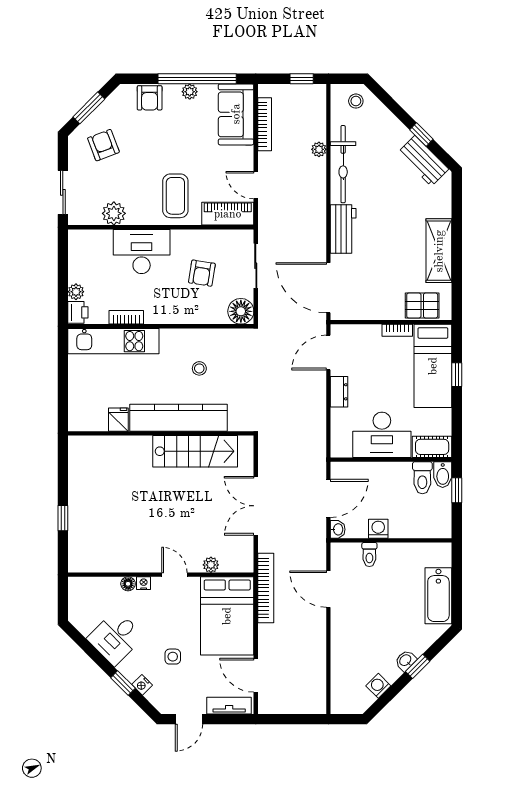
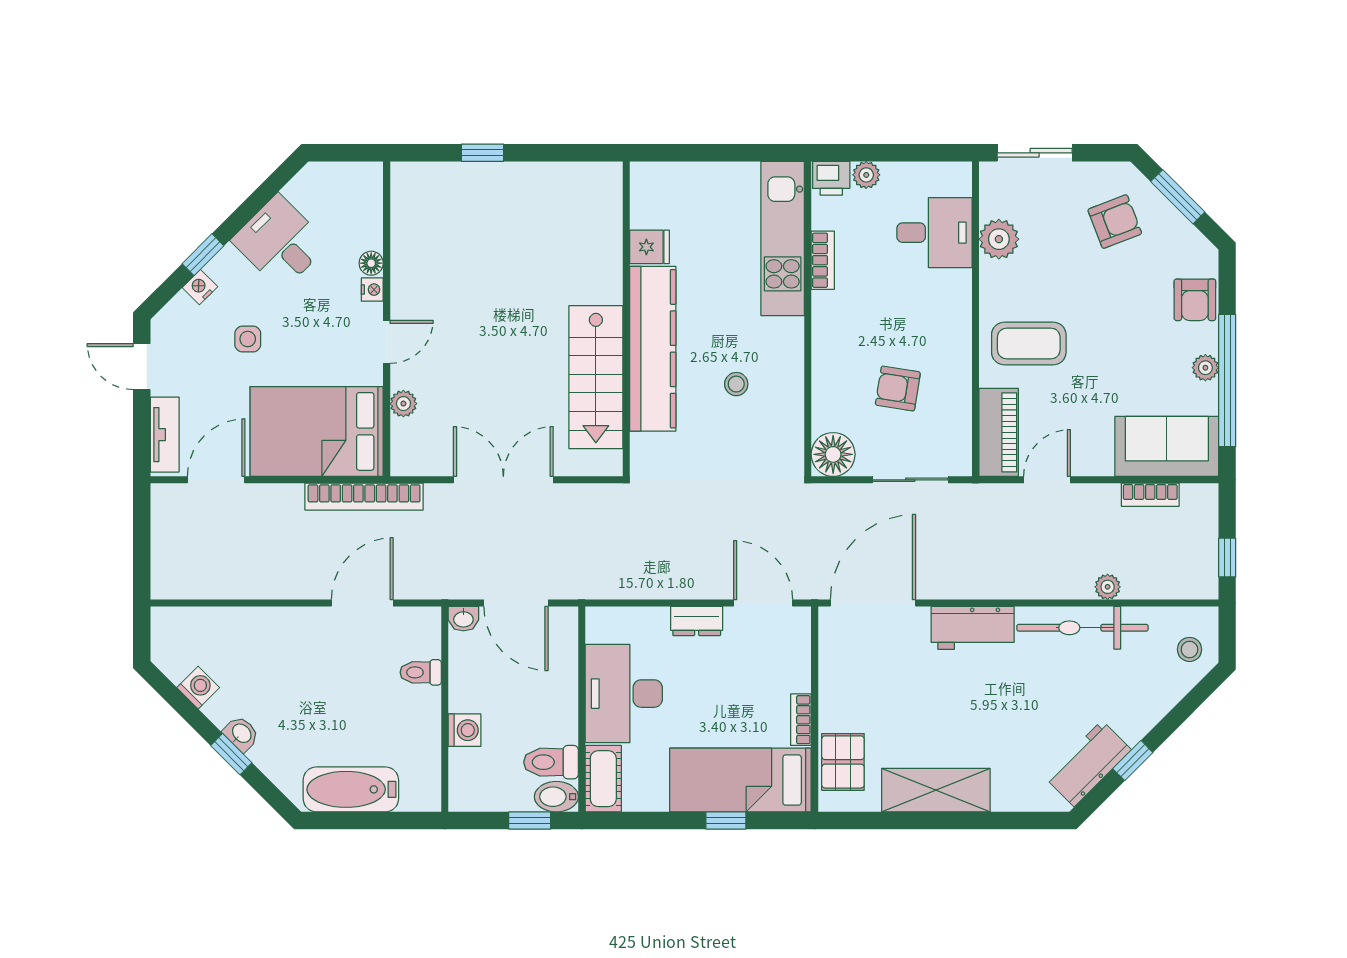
armchair: (150, 98) -> (1195, 300), turned -90
bookcase: (265, 124) -> (1150, 495), width x0.64
desk: (142, 251) -> (934, 233), moved, width x0.73
washing machine: (378, 529) -> (464, 730), moved

